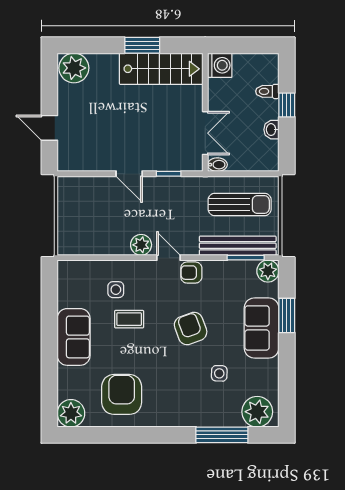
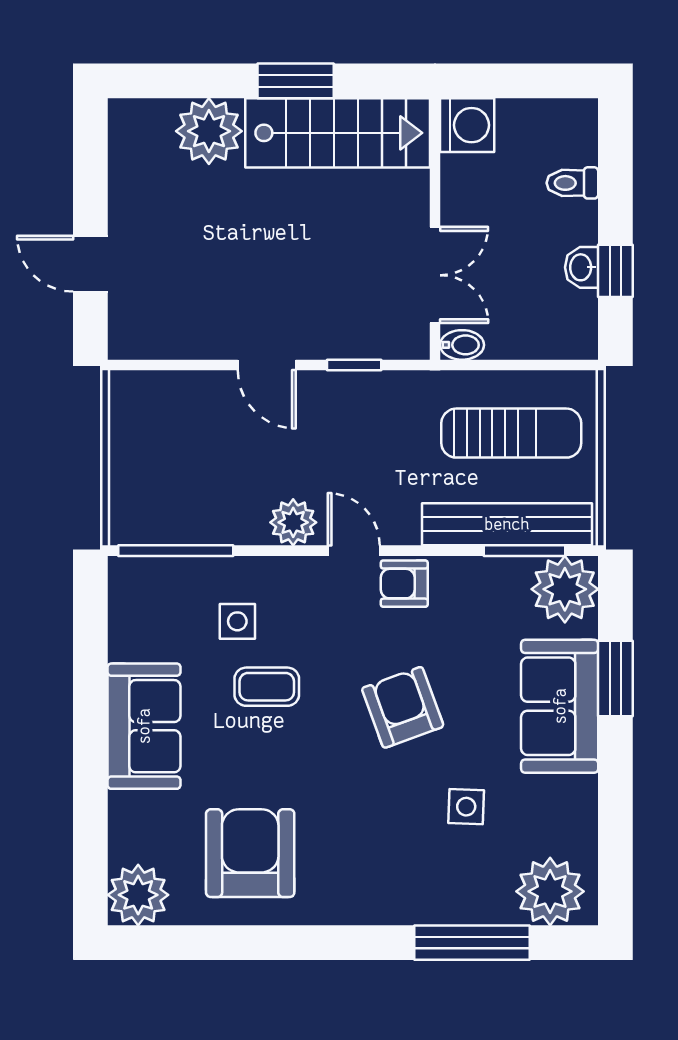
plant: (74, 68) -> (209, 131), moved
window: (287, 105) -> (615, 271), moved
window: (88, 258) -> (176, 551), added
plant: (268, 271) -> (565, 589), width x1.36, depth x1.36

